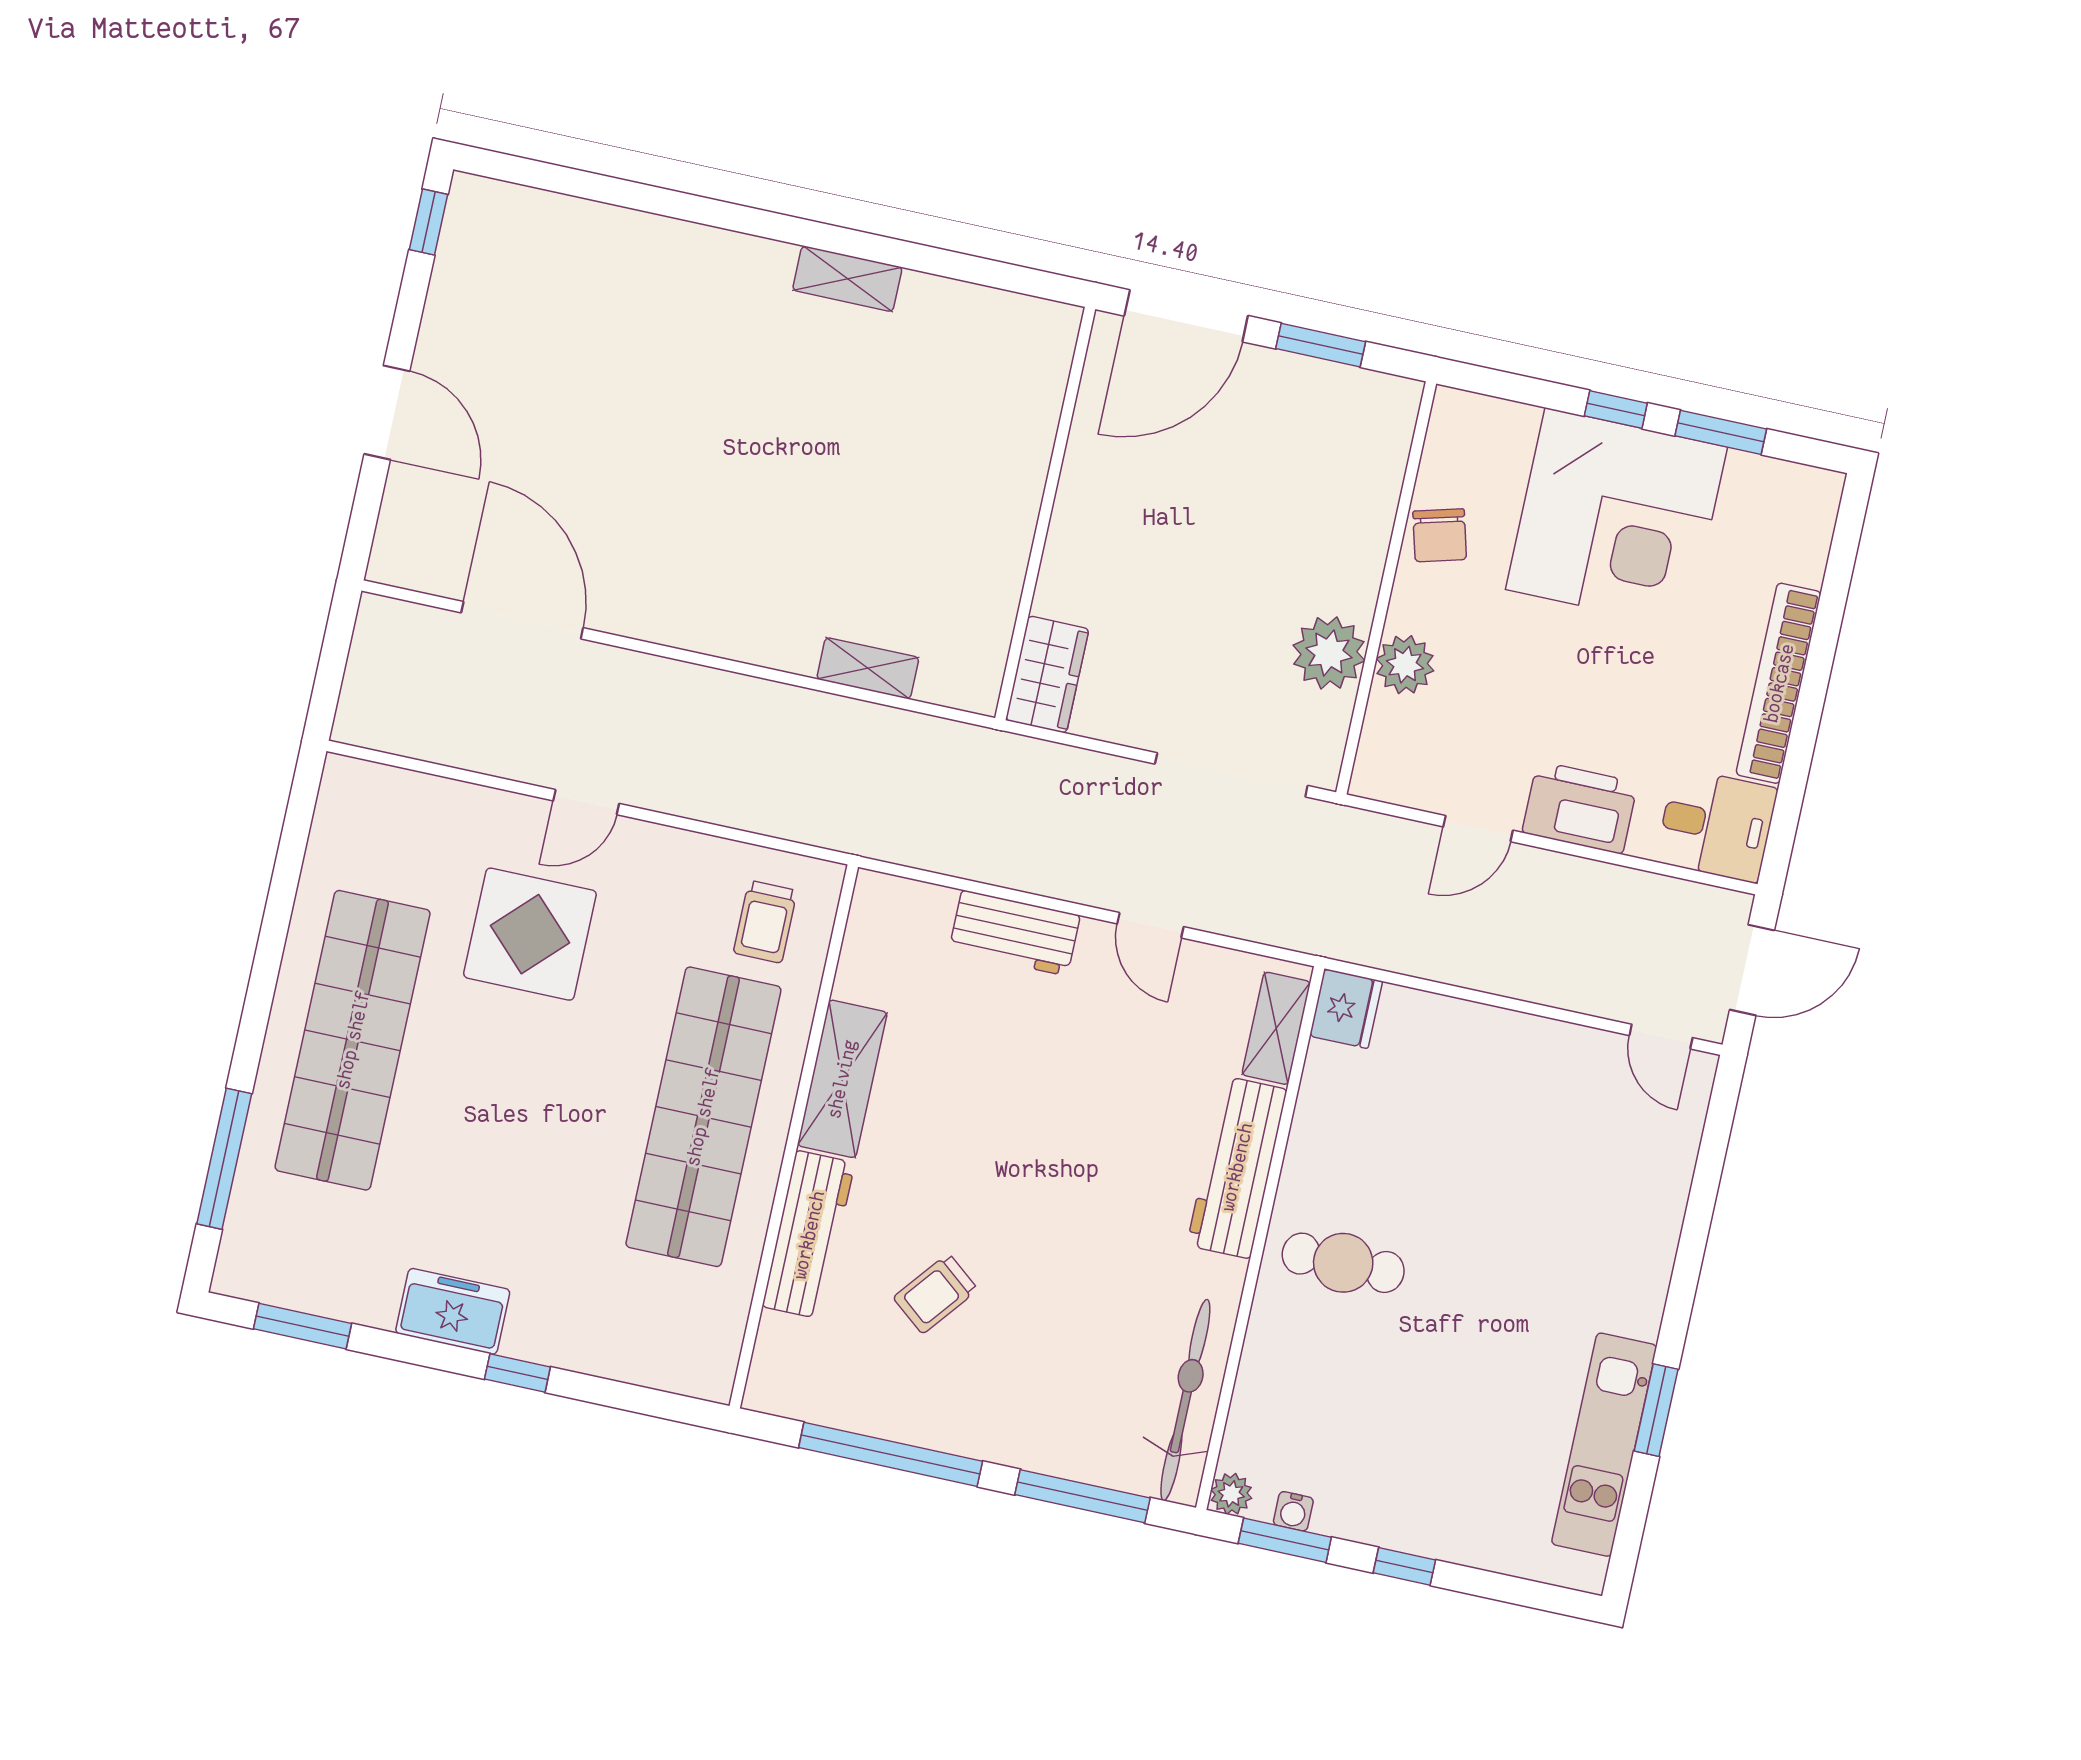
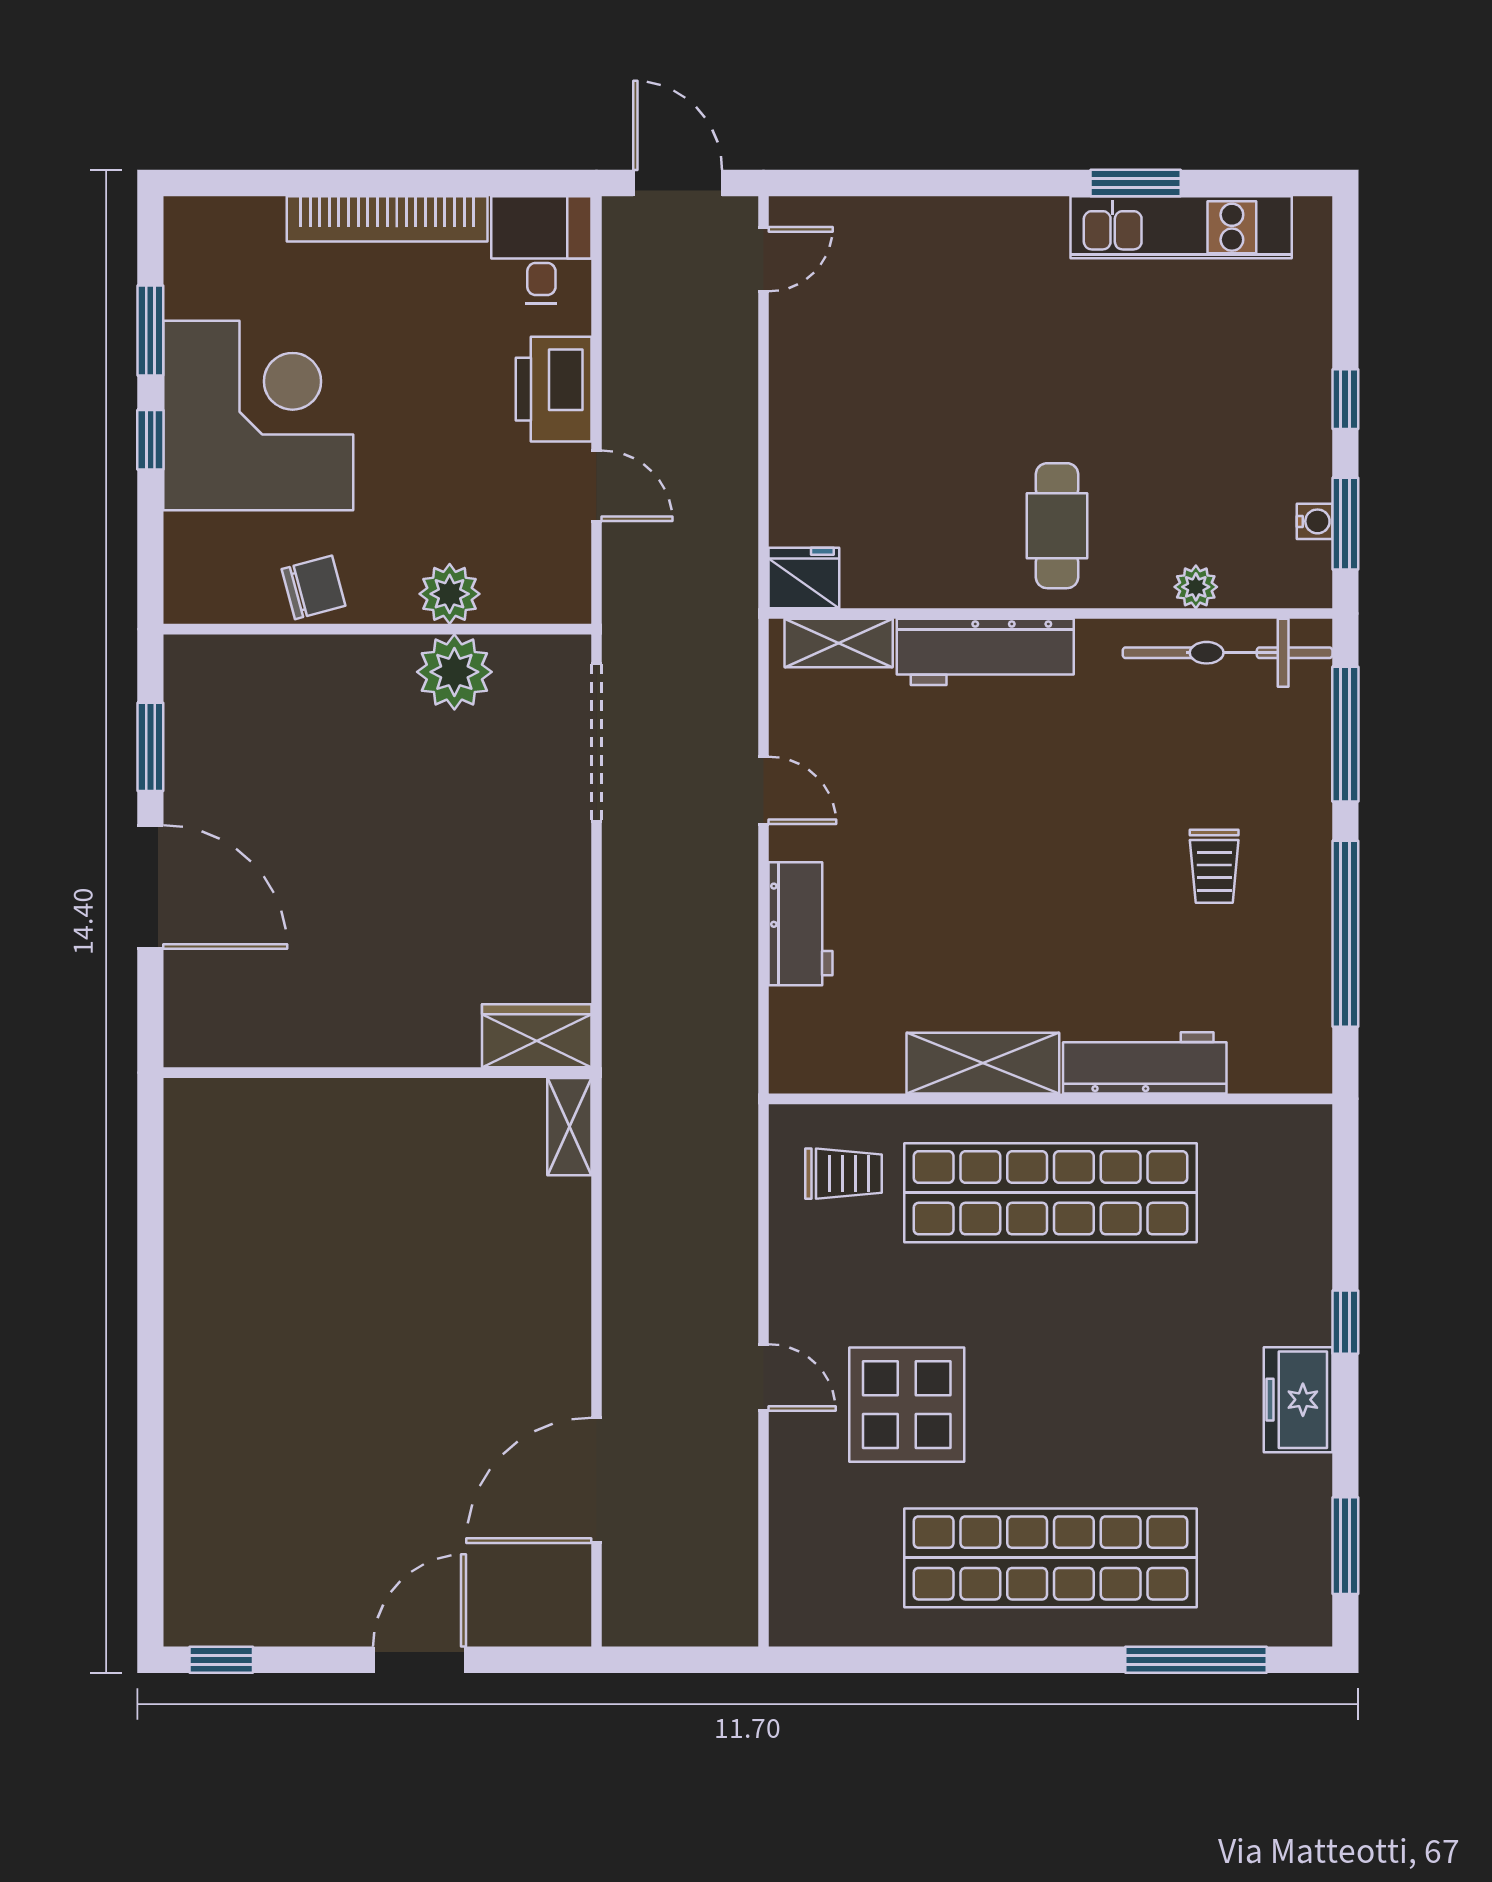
shelving: (847, 279) -> (187, 1231), removed
wall: (1045, 514) -> (377, 1073), moved
wardrobe: (1047, 674) -> (537, 1036), moved
door: (1150, 925) -> (764, 790), hinge flipped
trolley: (935, 1294) -> (1214, 866), moved, turned 51
plant: (1231, 1494) -> (1196, 587), moved

